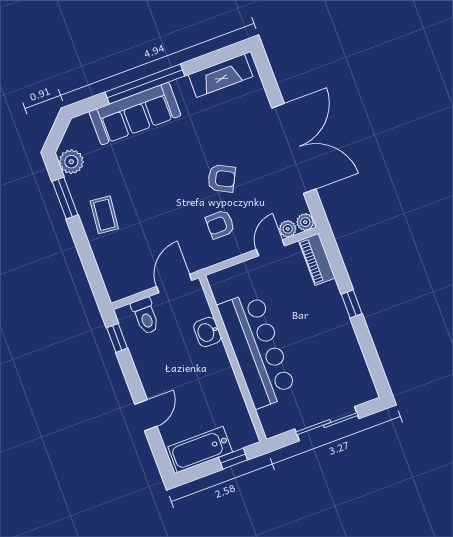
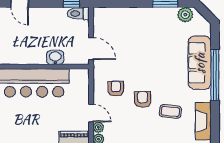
armchair: (222, 178) -> (143, 99), turned 153
coffee table: (104, 215) -> (170, 111), moved
toilet: (145, 316) -> (78, 14), moved

